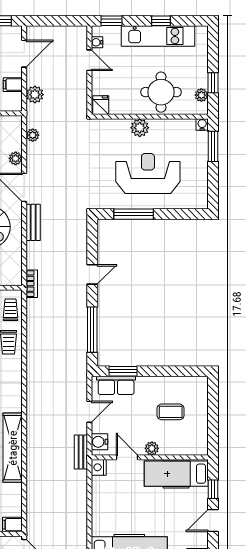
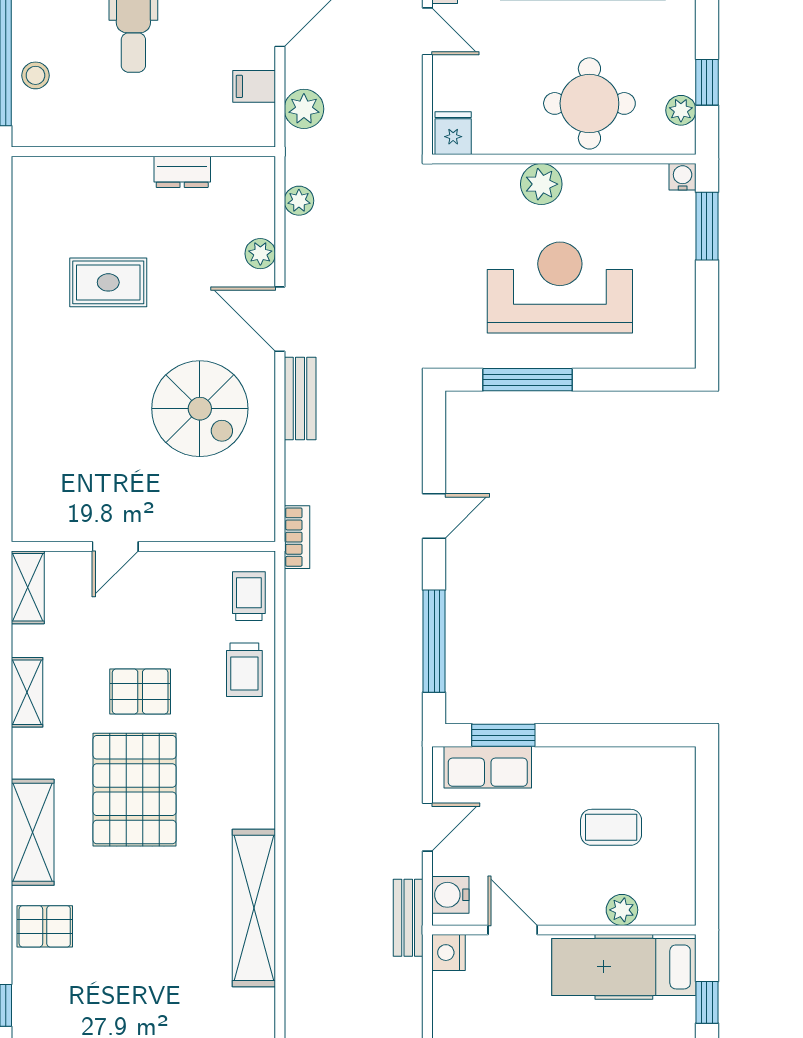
plant: (152, 448) -> (622, 910), moved

